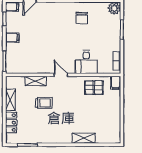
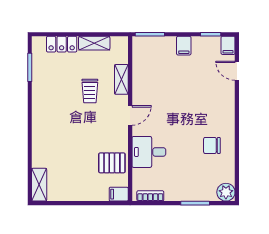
pallet: (94, 88) -> (112, 163), turned 90
shelving: (84, 138) -> (39, 185), moved

